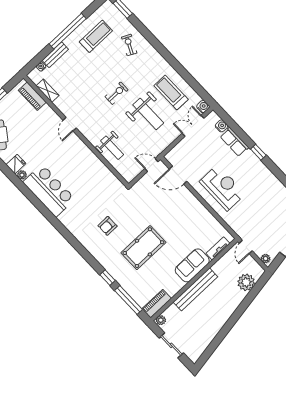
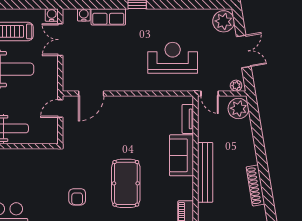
reception desk: (222, 188) -> (173, 58), moved
plant: (246, 282) -> (238, 109), moved
shoe rack: (216, 327) -> (255, 185), added

